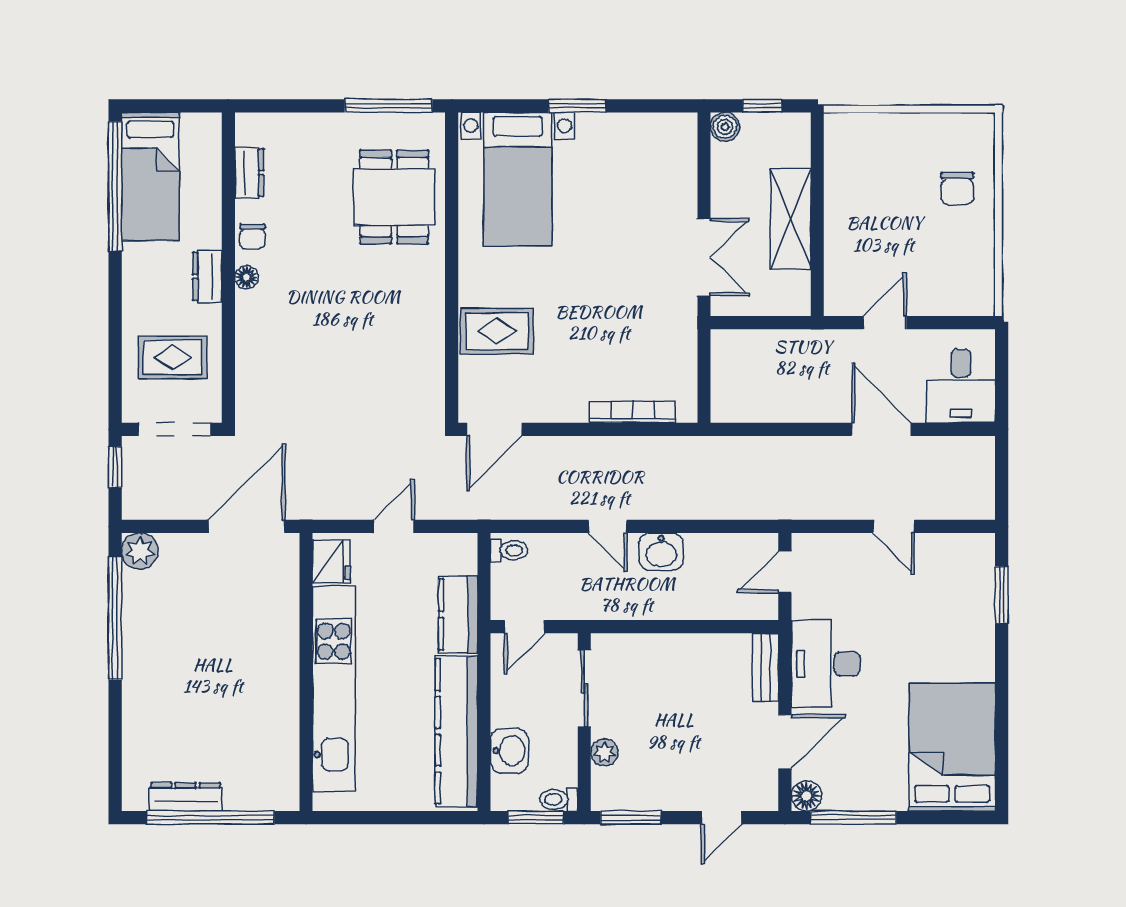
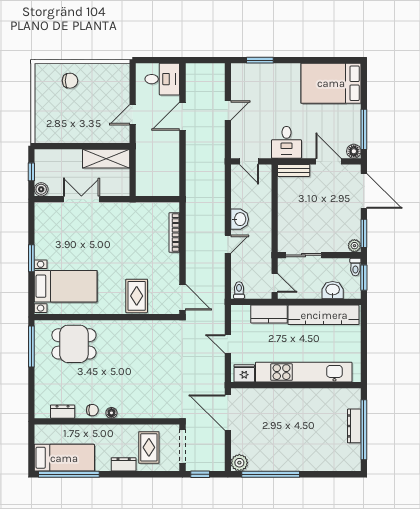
shelving: (791, 219) -> (106, 159), moved
double door: (704, 257) -> (81, 199), moved
dresser: (207, 276) -> (124, 464), moved, turned 180
door: (885, 323) -> (133, 115), hinge flipped
desk: (826, 664) -> (286, 142), width x0.73
plant: (604, 752) -> (354, 246), moved
dresser: (185, 797) -> (354, 426), moved
door: (721, 818) -> (364, 191), width x1.87

